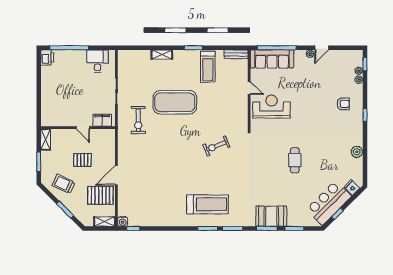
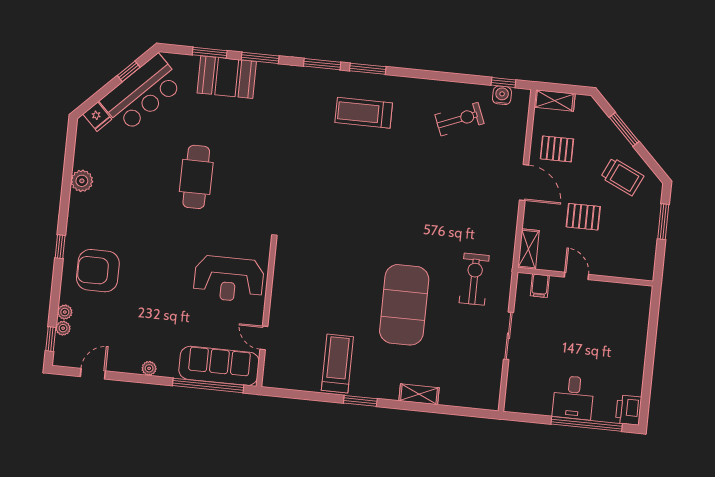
door: (322, 48) -> (93, 374), moved
bench: (236, 54) -> (284, 381), removed
desk: (98, 61) -> (573, 398), moved
door: (249, 88) -> (264, 338), moved
exercise mat: (175, 102) -> (404, 305), turned 90
armchair: (343, 104) -> (98, 271), width x1.88, depth x1.88
filing cabinet: (102, 120) -> (540, 286), width x0.50
shelving: (46, 139) -> (528, 249), moved
exercise bike: (216, 146) -> (459, 119), moved
cafe table: (295, 160) -> (196, 177), width x1.37, depth x1.35
door: (116, 175) -> (524, 182), hinge flipped
pallet: (100, 195) -> (557, 149), width x0.67, depth x0.71
treadmill: (207, 204) -> (364, 113), width x0.73, depth x0.73
booth: (271, 216) -> (227, 77), moved
water cooler: (123, 221) -> (502, 95), moved

